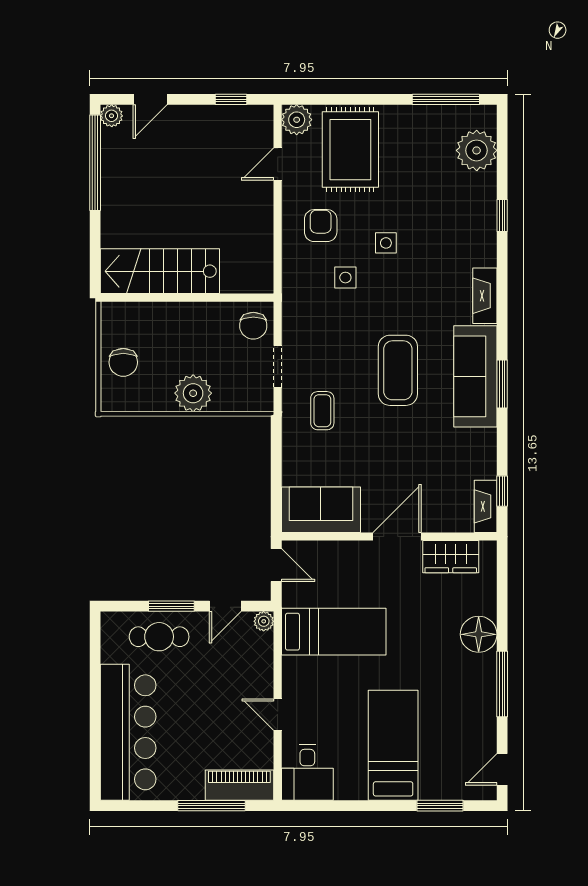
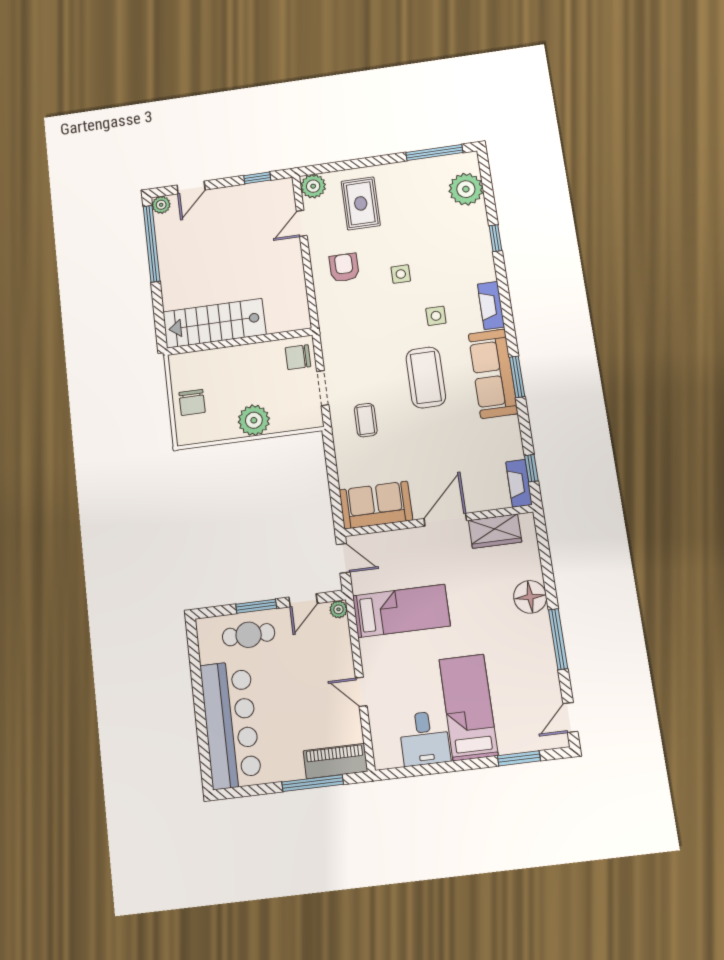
rug: (350, 150) -> (361, 203), width x0.73, depth x0.70
side table: (345, 278) -> (436, 316), moved
chair: (253, 326) -> (298, 357), turned 90
desk: (307, 773) -> (424, 738), moved

